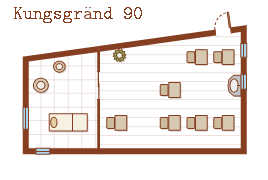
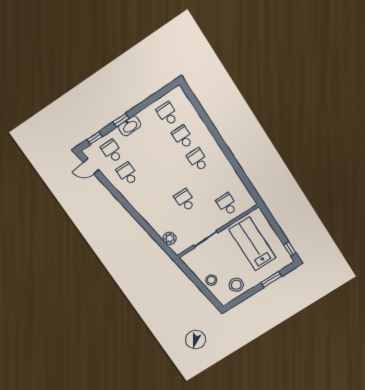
school desk: (170, 90) -> (185, 200), moved
lab bench: (68, 122) -> (252, 244), width x1.36, depth x1.39

